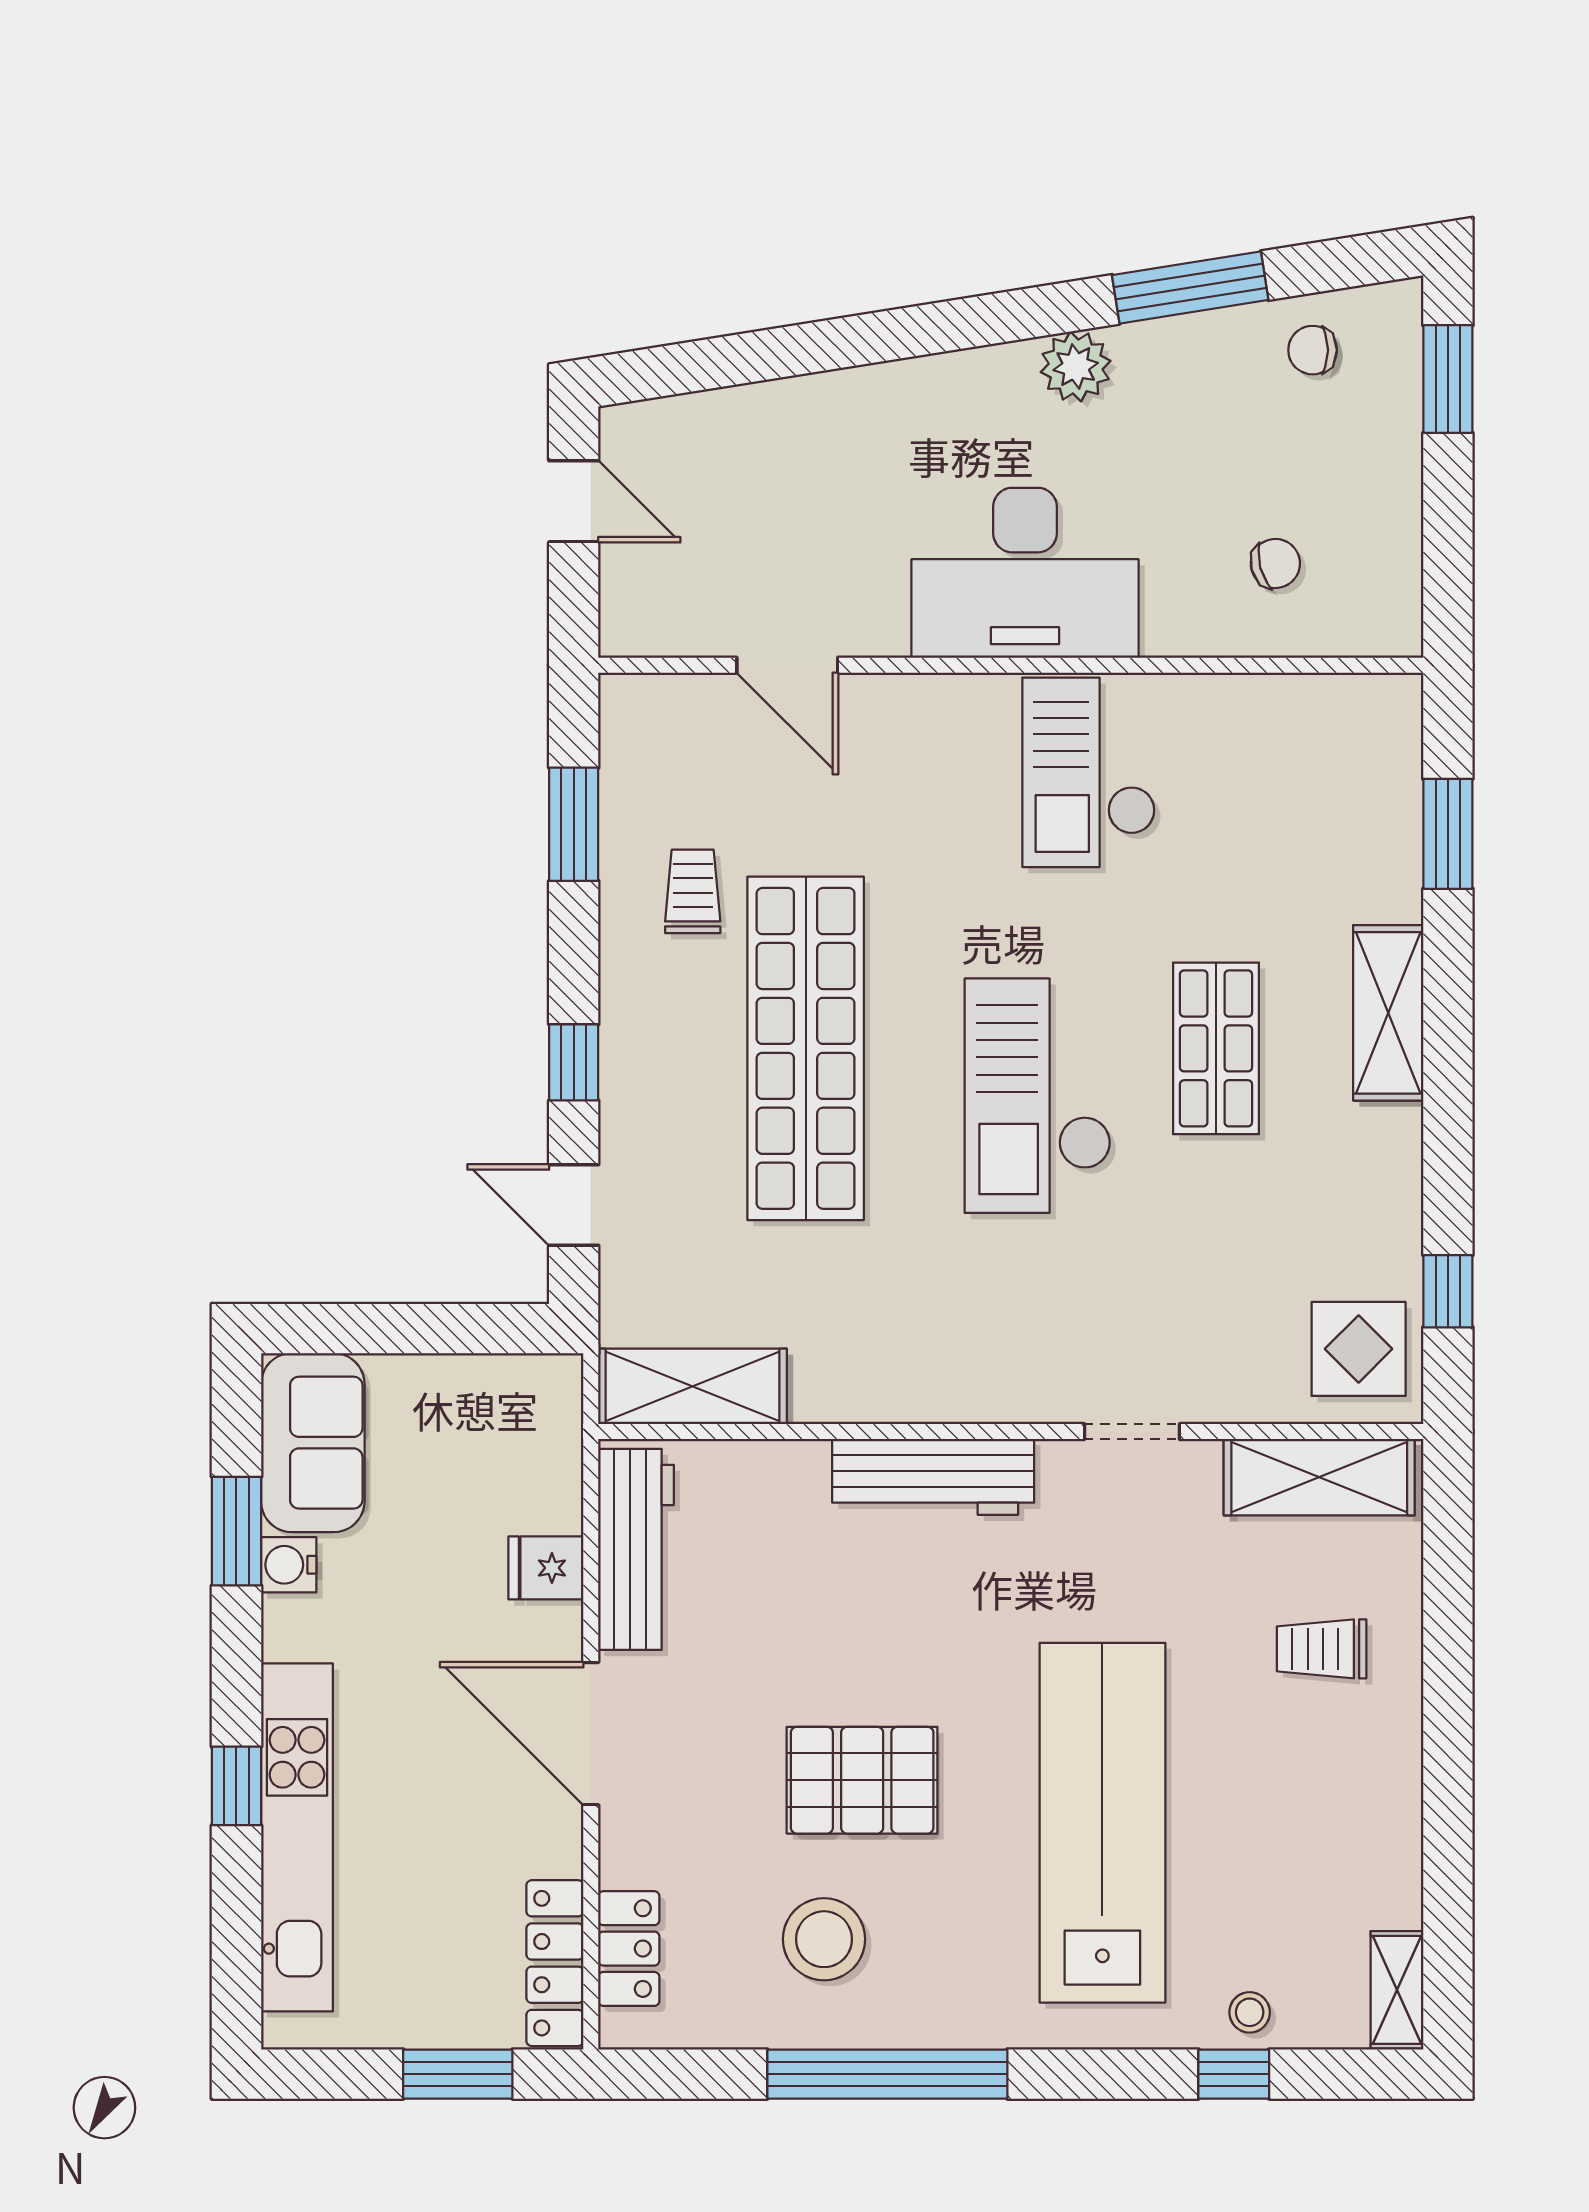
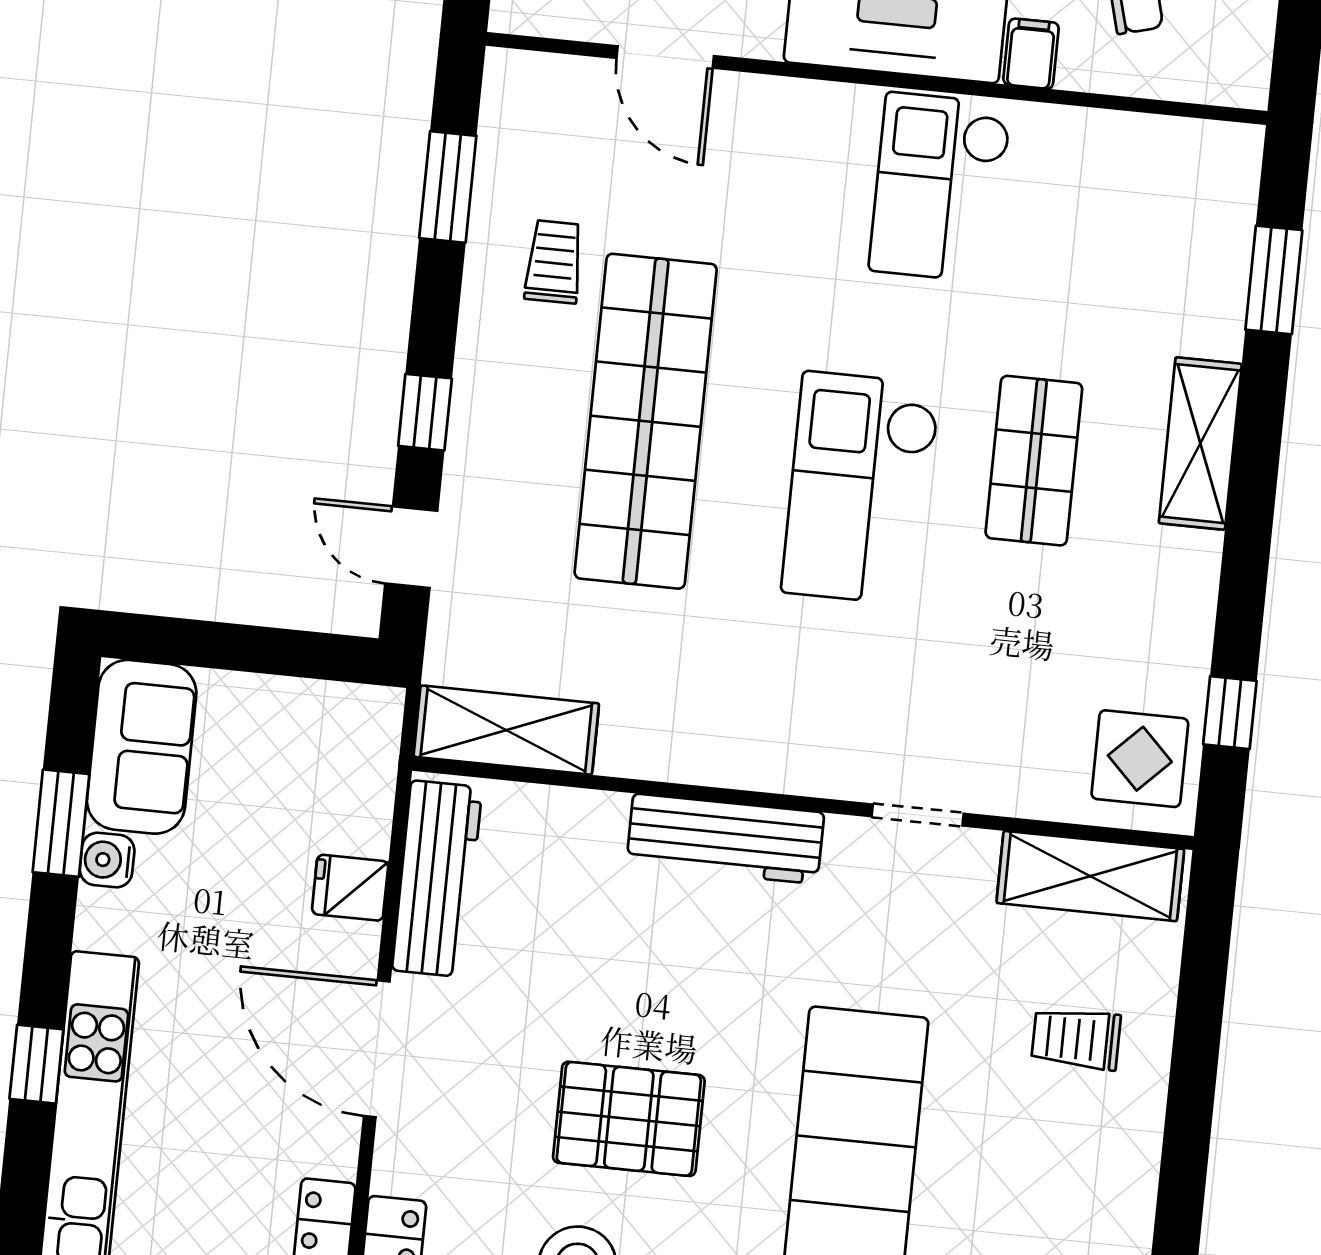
filing cabinet: (1170, 623) -> (1031, 54), added

